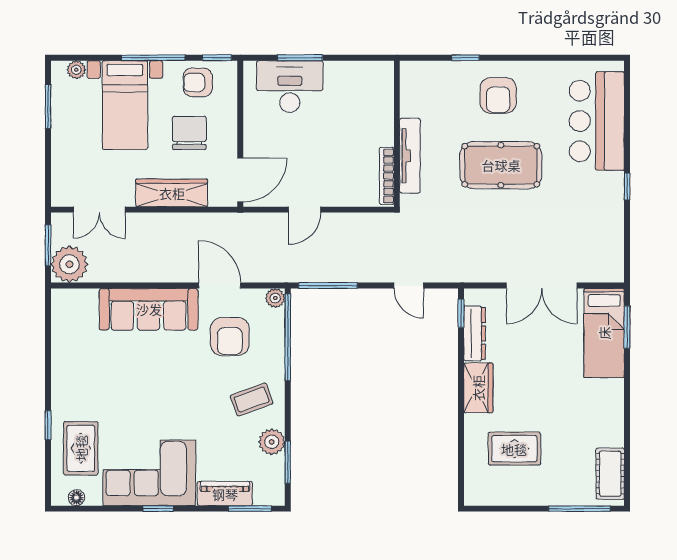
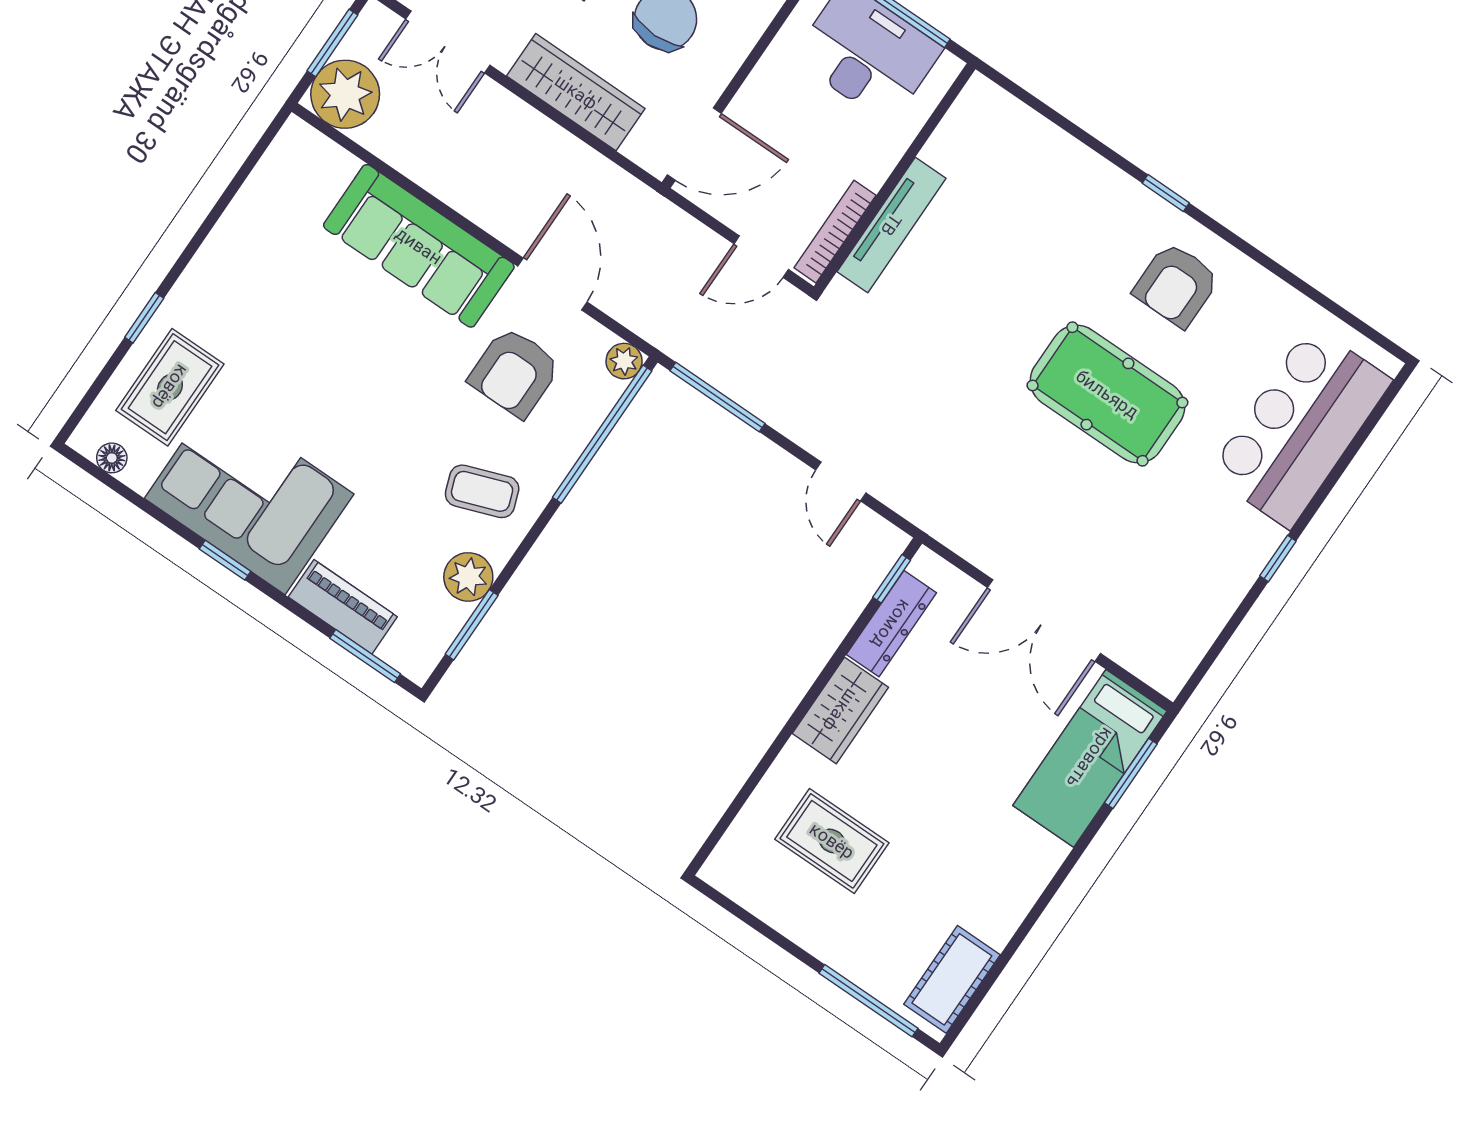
wall: (397, 134) -> (895, 178), moved
tv unit: (410, 156) -> (891, 225), moved
bookcase: (387, 176) -> (835, 232), moved

